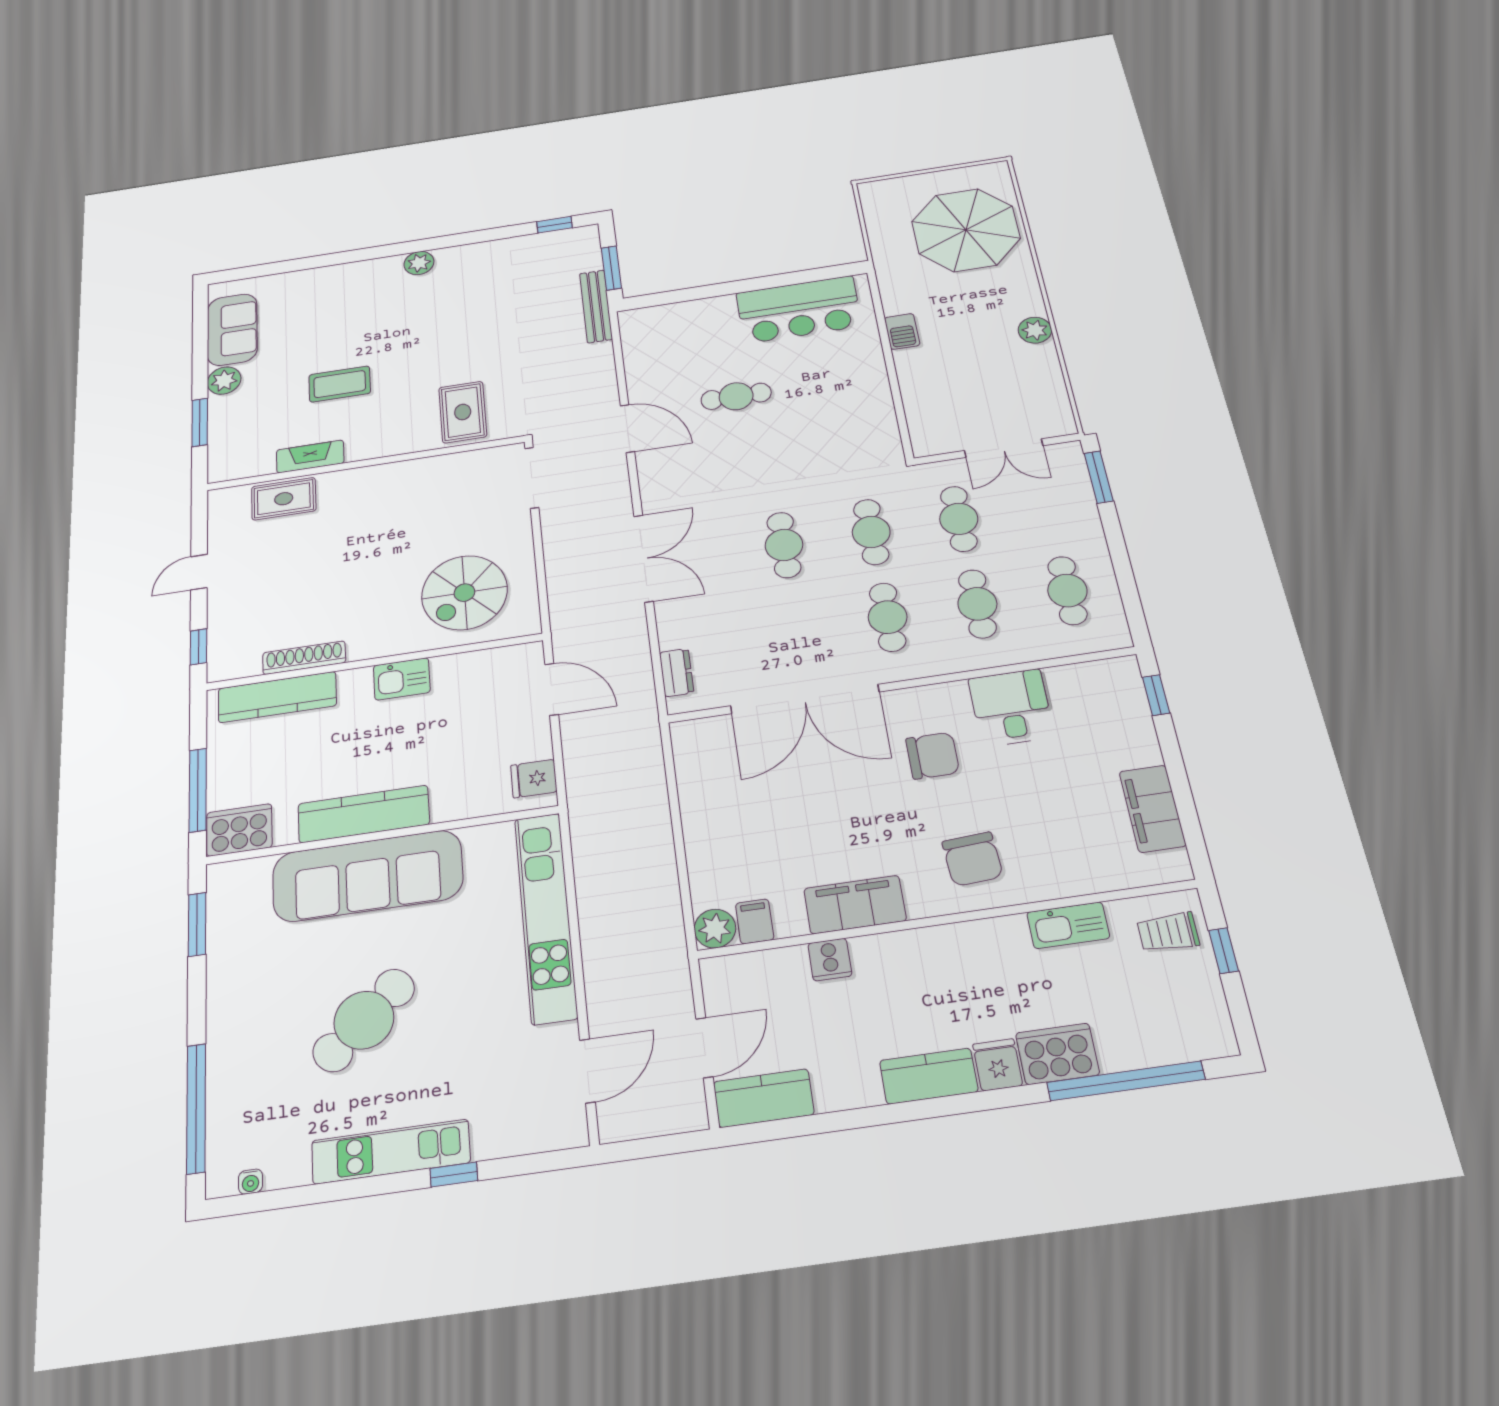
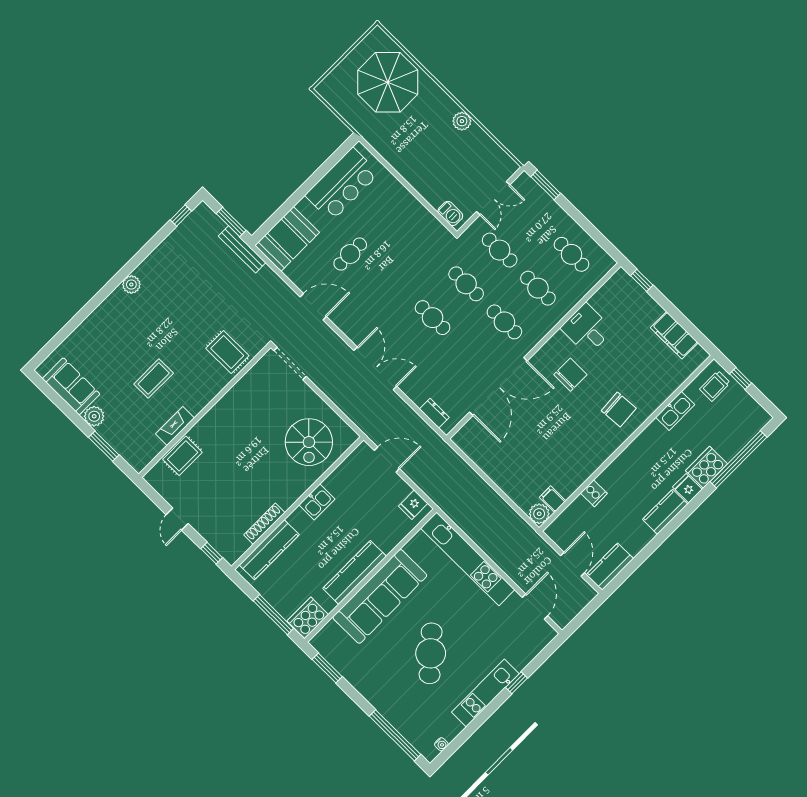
booth: (666, 329) -> (287, 239), added
barbecue: (902, 331) -> (450, 213), moved
filing cabinet: (855, 905) -> (587, 463), removed

